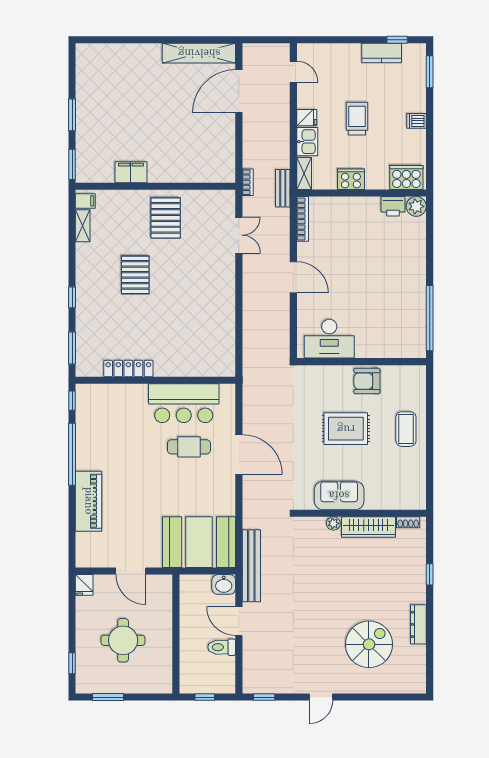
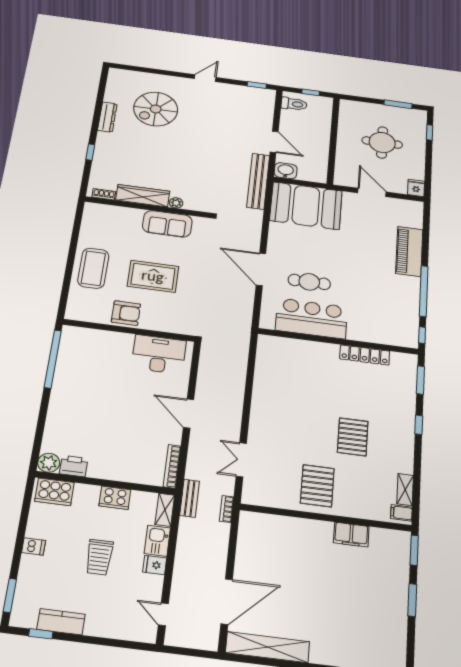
coffee table: (406, 429) -> (93, 268), width x1.36, depth x1.32
toilet: (222, 647) -> (294, 104), moved

